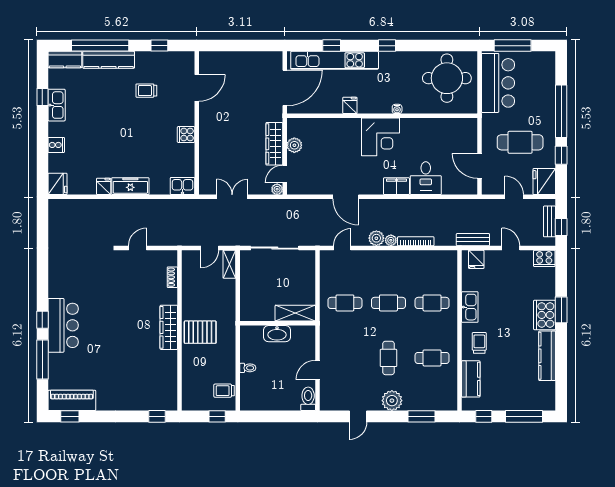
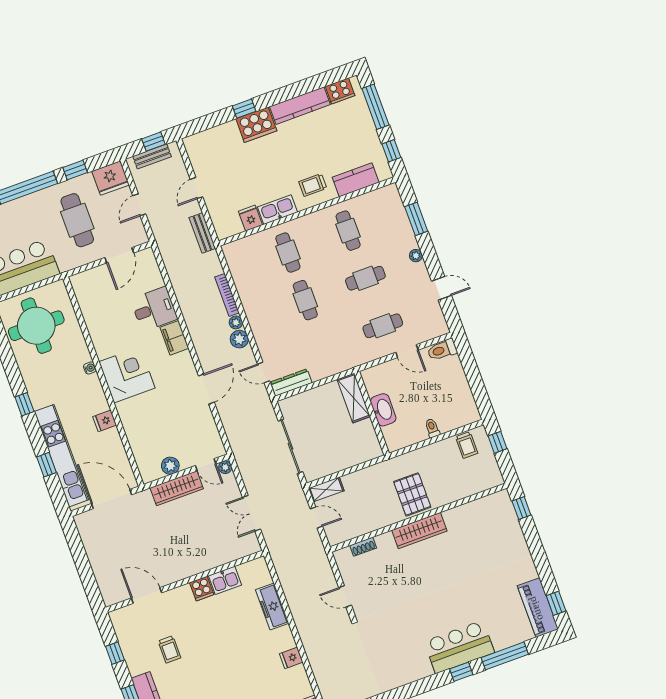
freezer: (130, 186) -> (272, 607), moved
kitchen sink: (182, 186) -> (225, 580), moved, turned -90
cooker: (544, 258) -> (340, 91), moved, turned 90
fridge: (476, 259) -> (250, 218), moved, turned -90
dresser: (326, 267) -> (291, 382), added
cafe table: (345, 303) -> (383, 326), moved, turned 90
window: (561, 310) -> (244, 109), width x0.67
plant: (392, 401) -> (416, 256), width x0.53, depth x0.53

